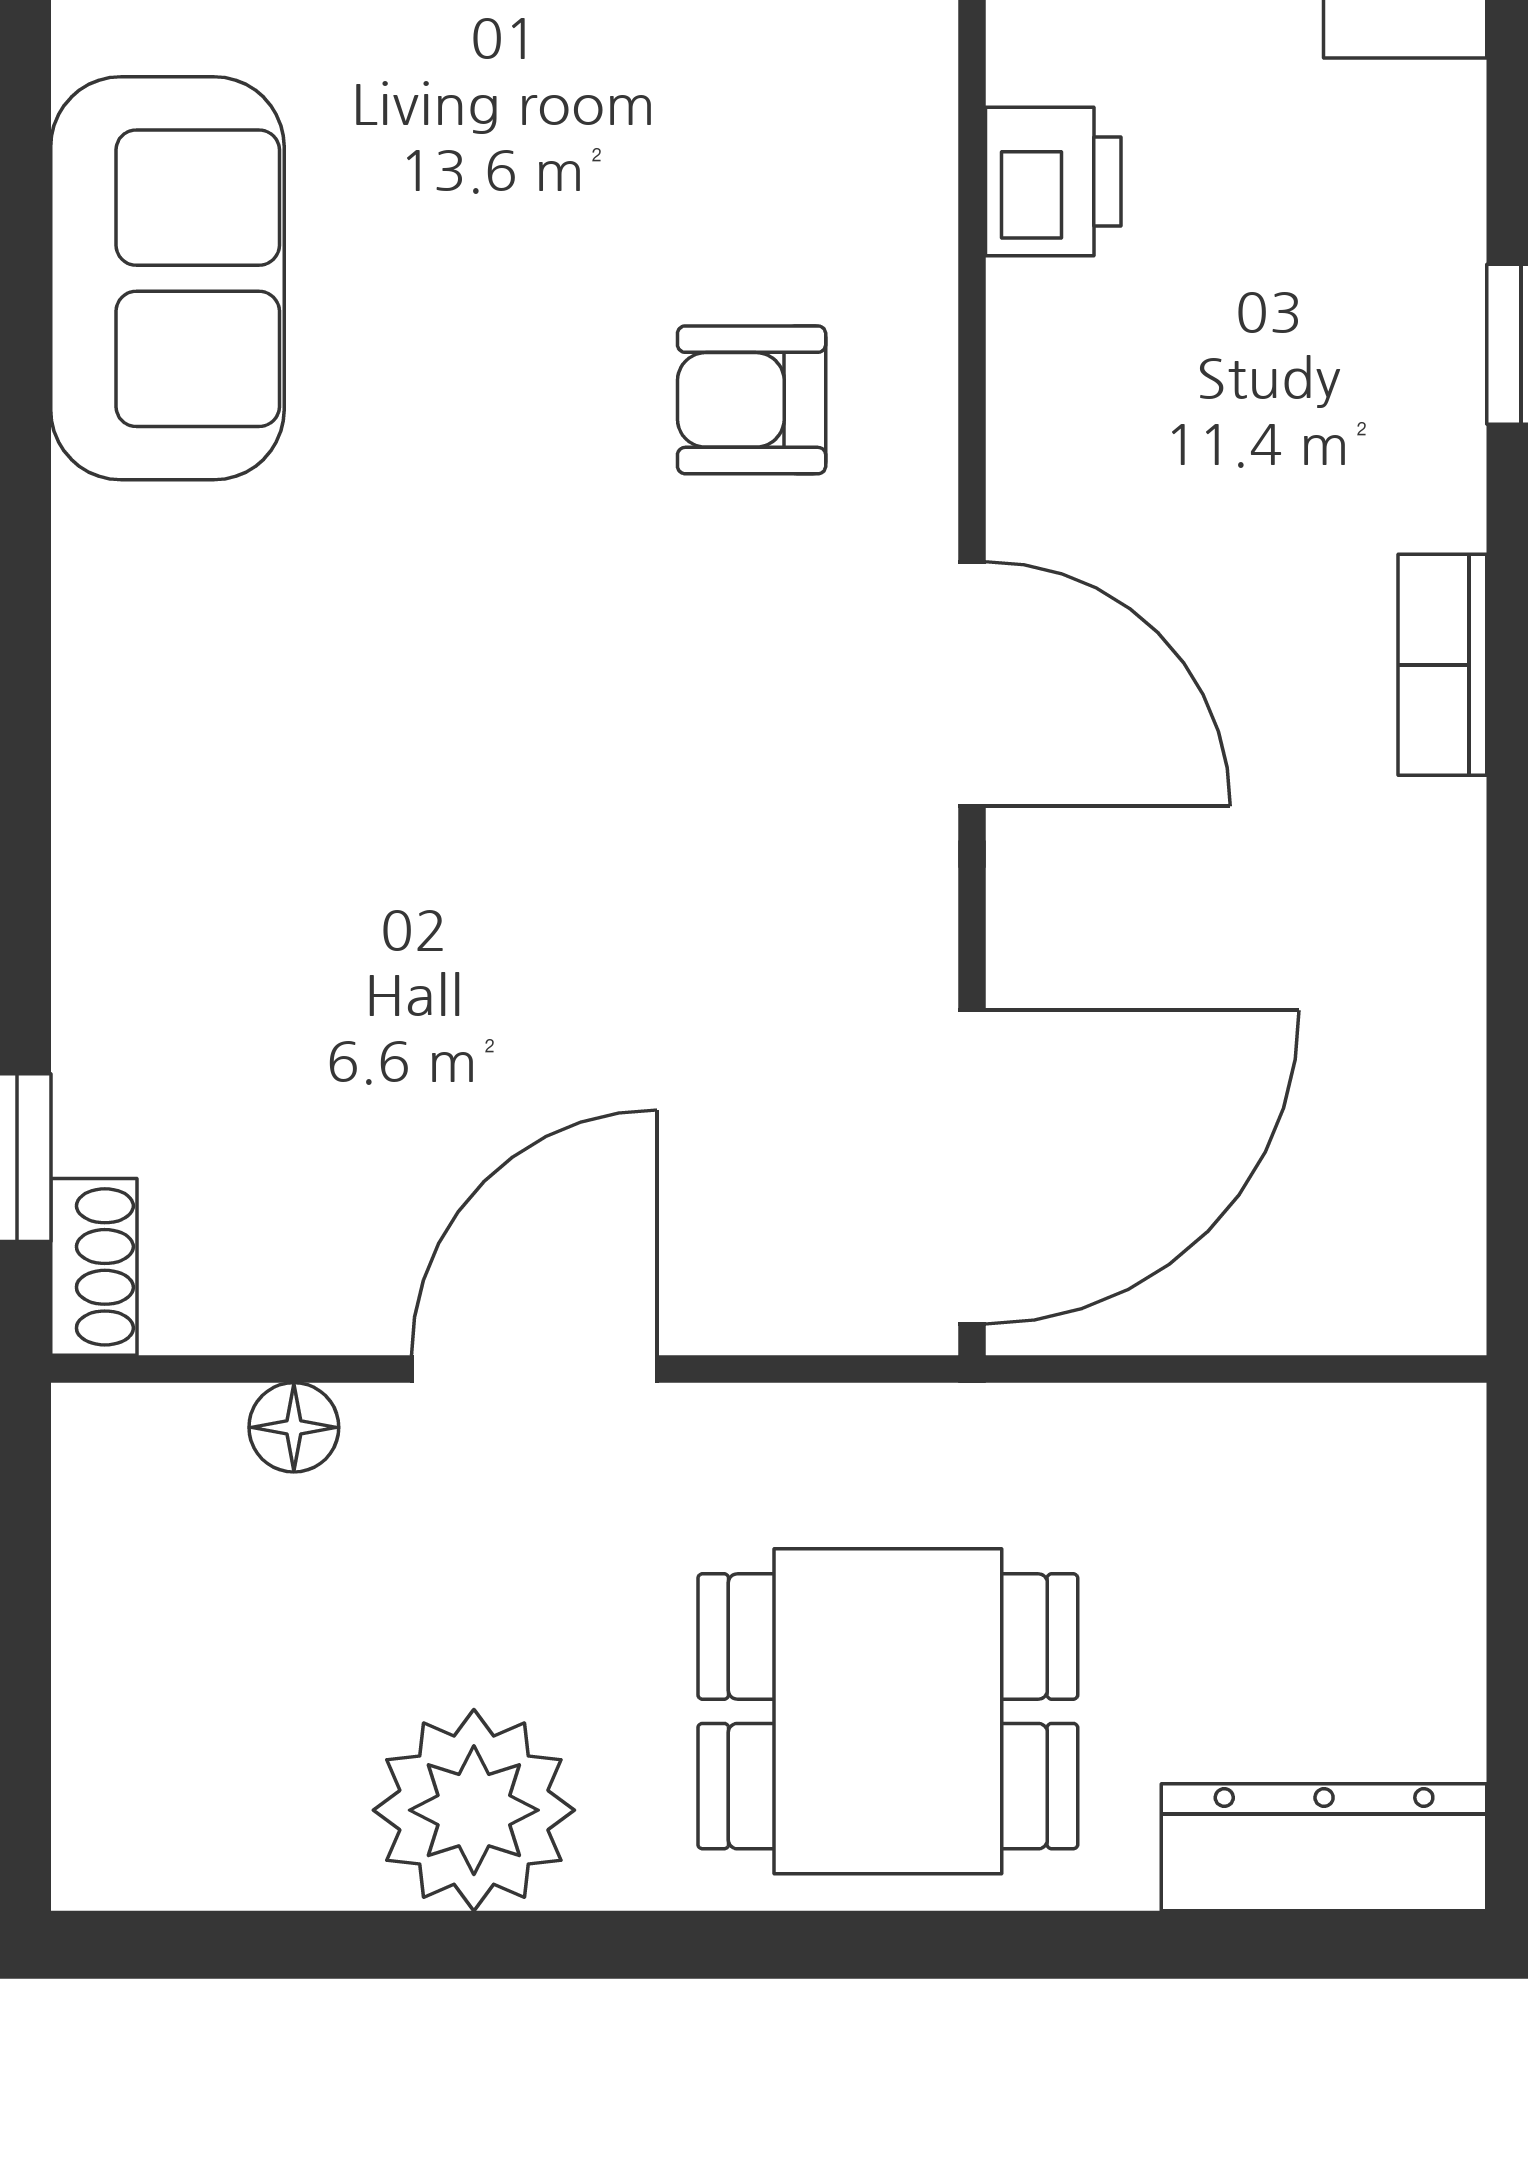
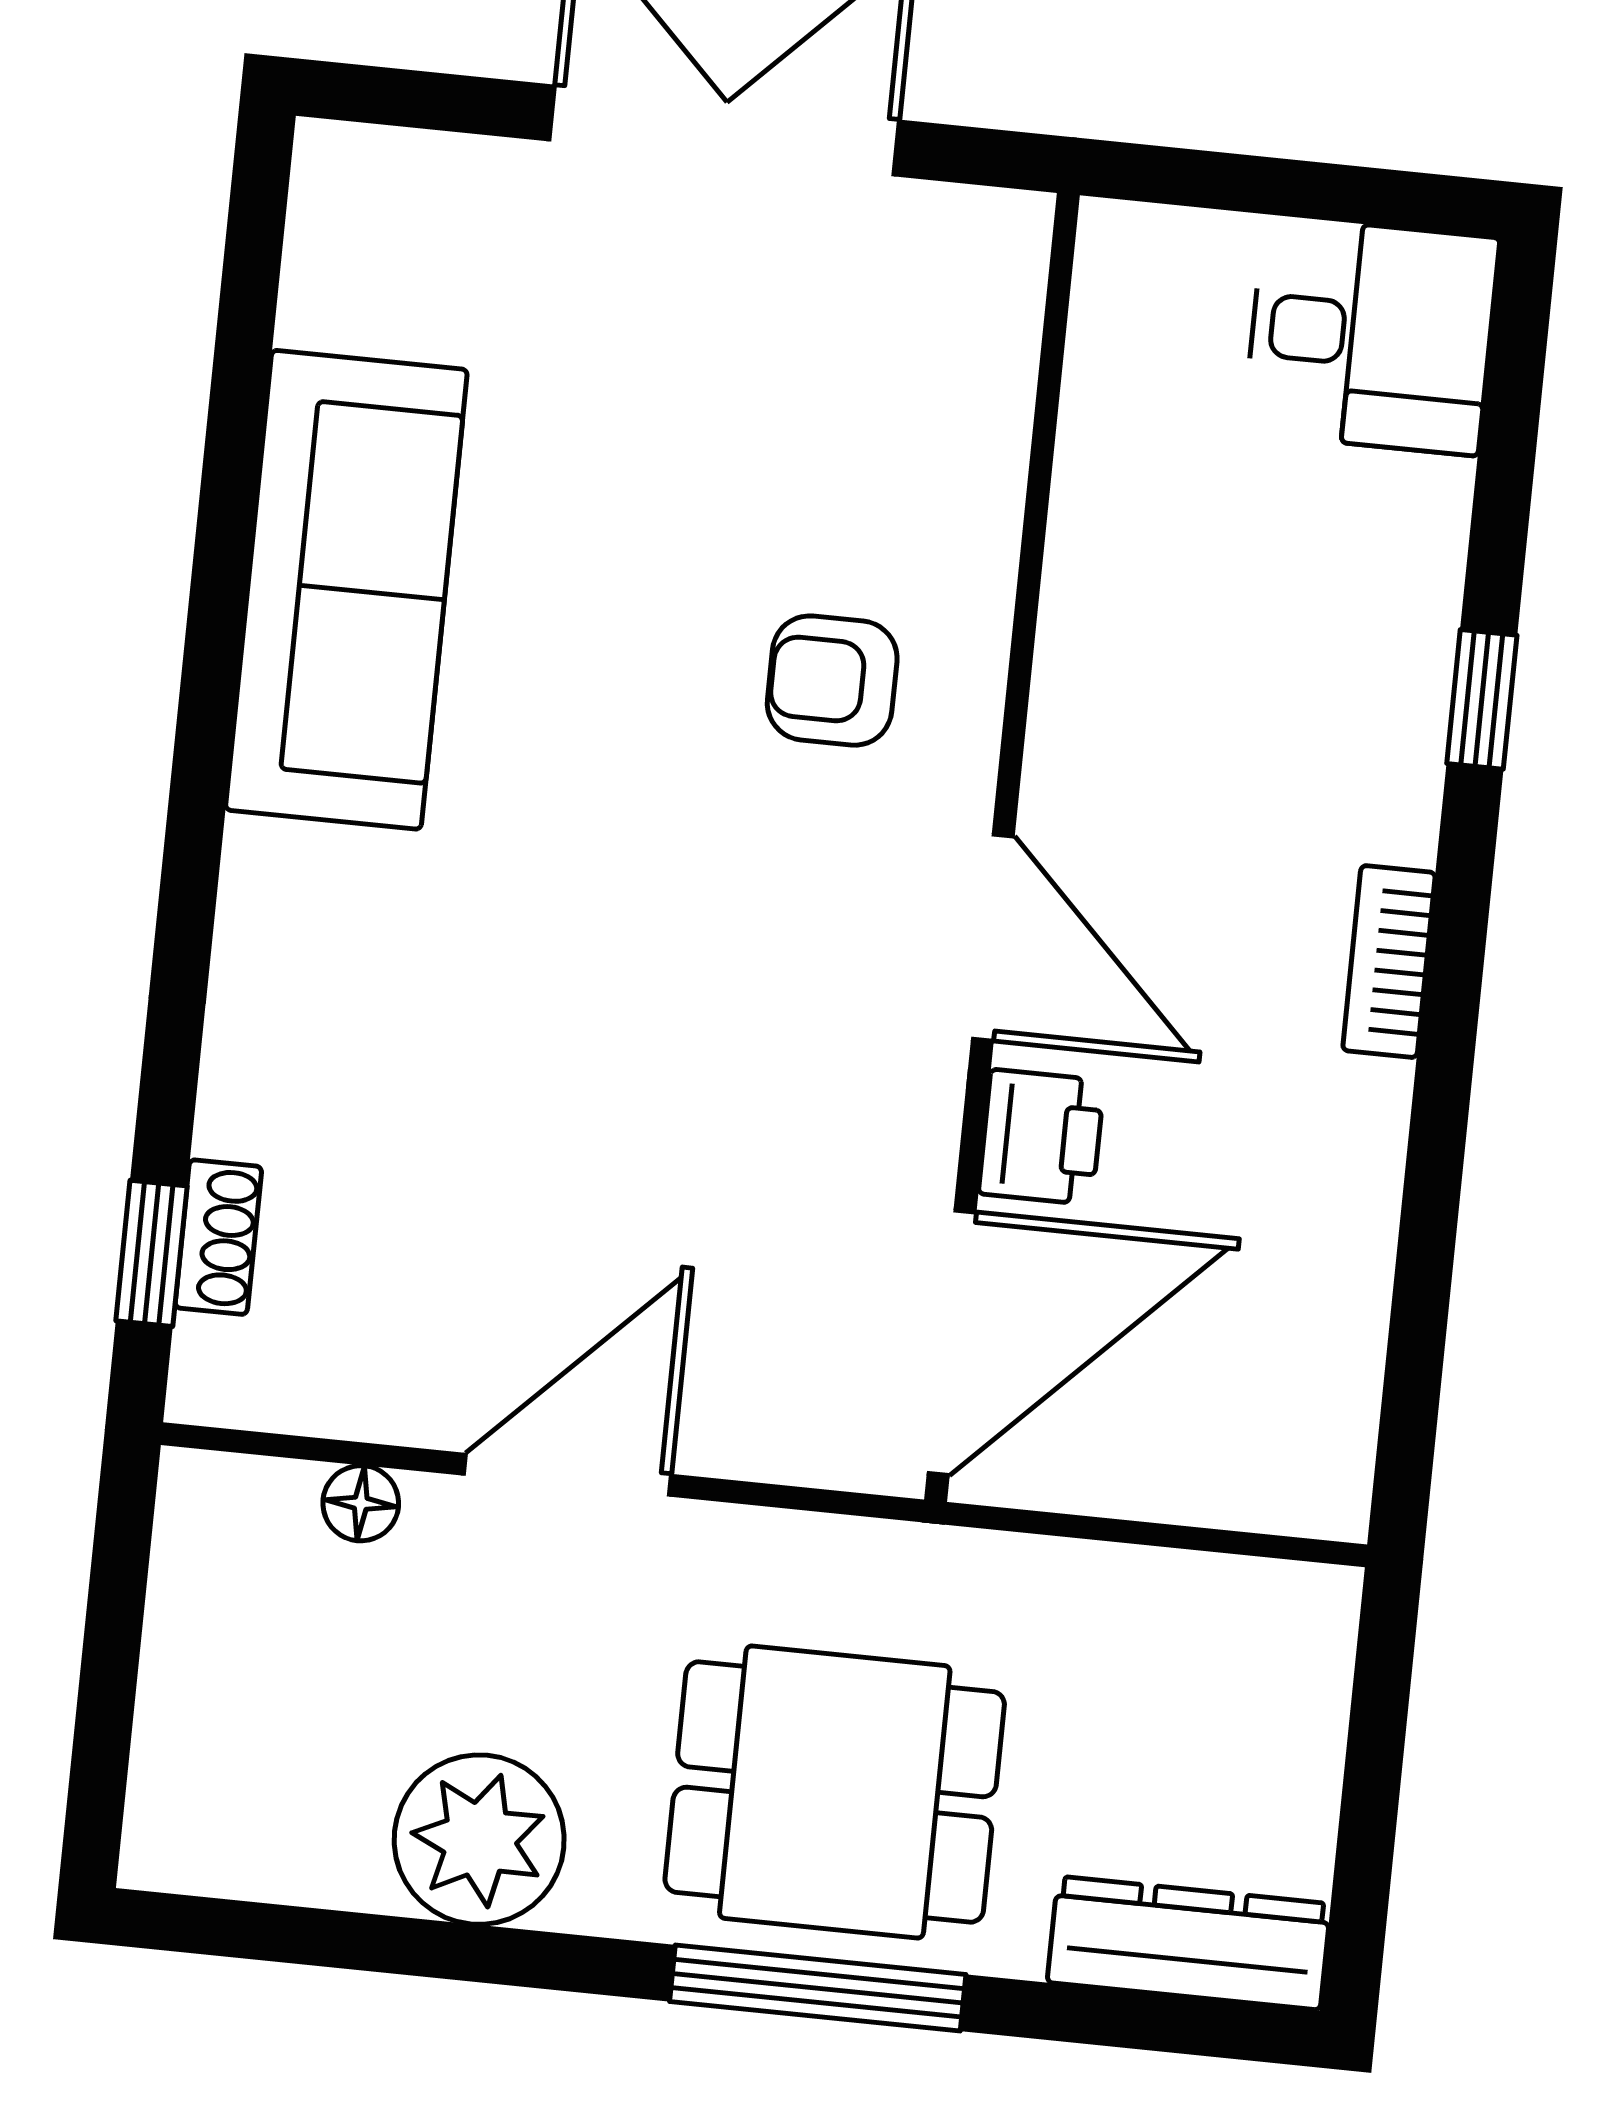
printer: (1053, 181) -> (1041, 1137), moved
sofa: (167, 278) -> (346, 590), width x1.36
shoe rack: (94, 1267) -> (218, 1237), moved
window: (891, 1945) -> (818, 1988), added

